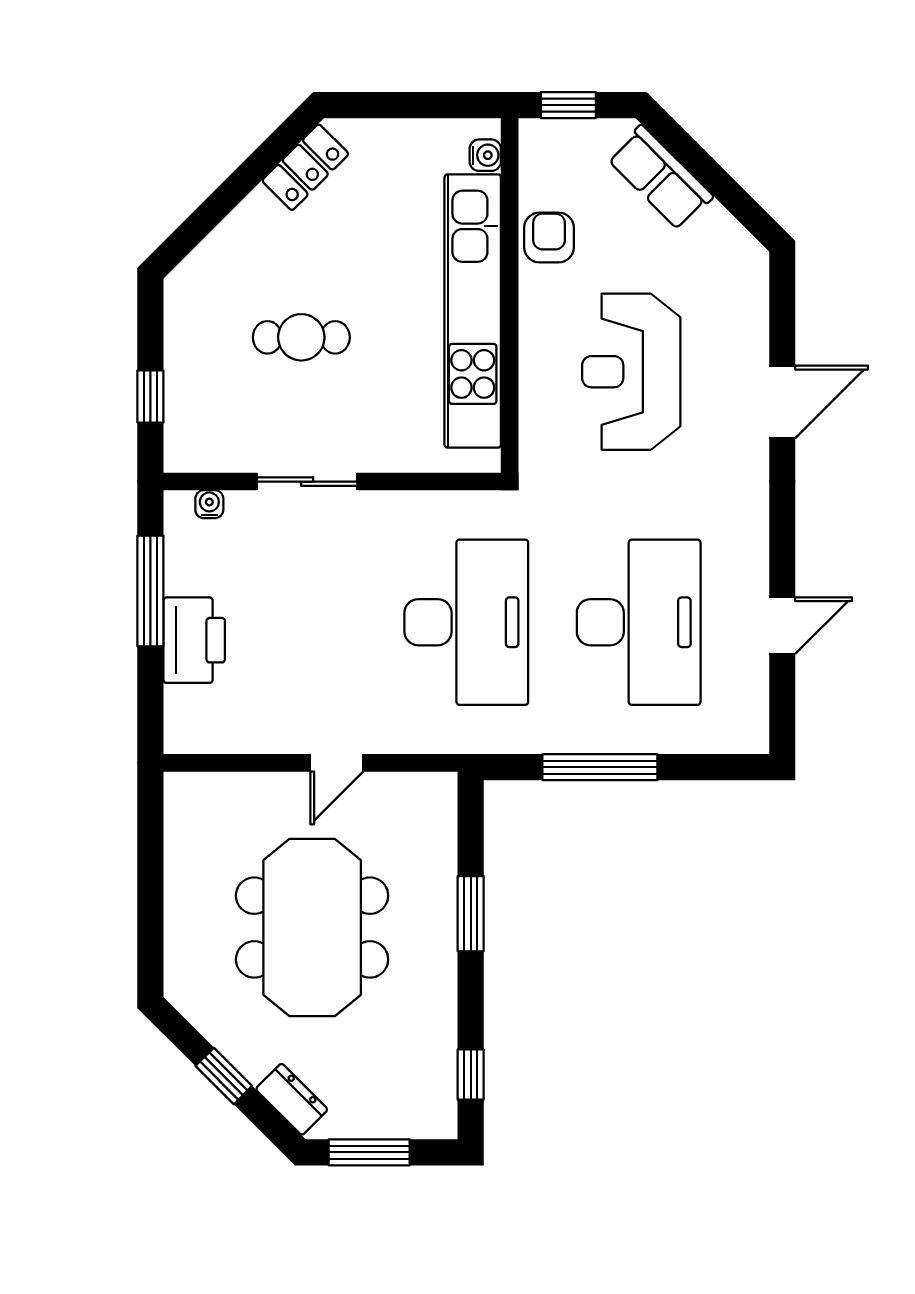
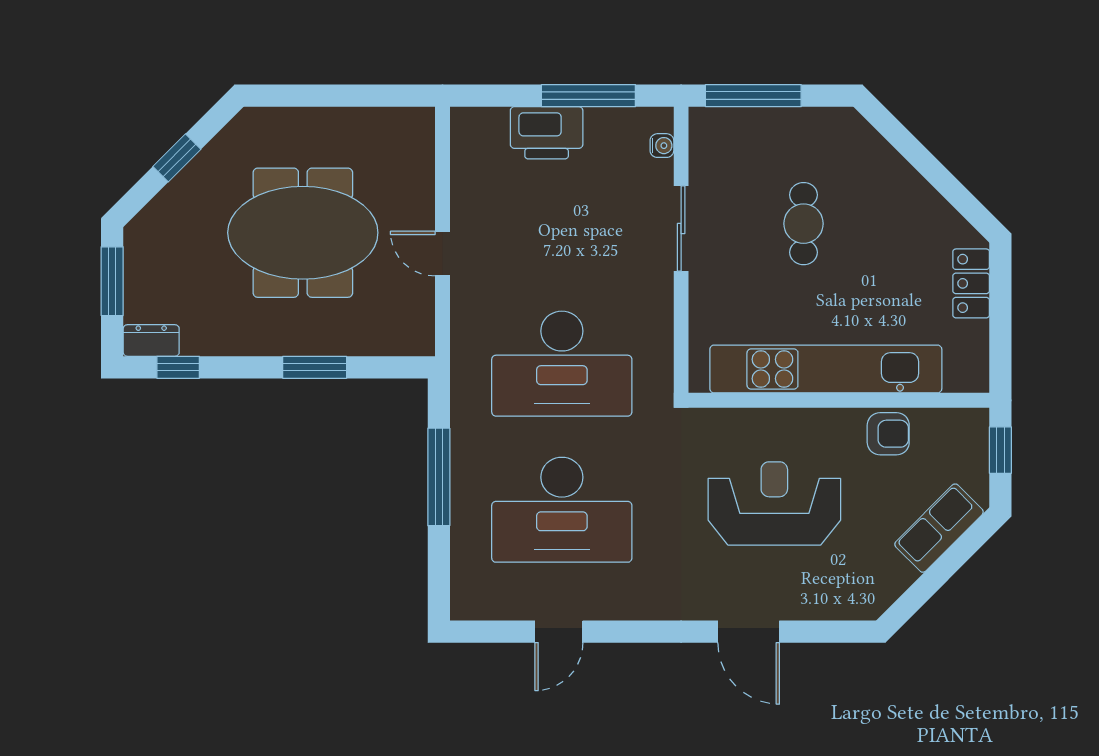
water cooler: (485, 155) -> (958, 380), removed
locker: (305, 167) -> (971, 283), moved, turned 45
window: (150, 396) -> (753, 96), width x2.17
door: (782, 626) -> (559, 632), hinge flipped
dresser: (292, 1099) -> (151, 340), moved, turned -135

